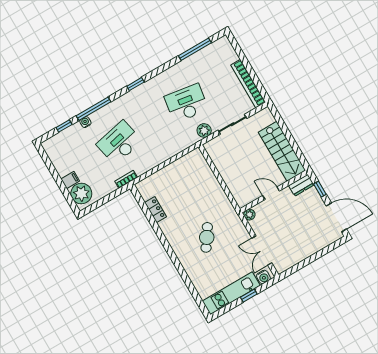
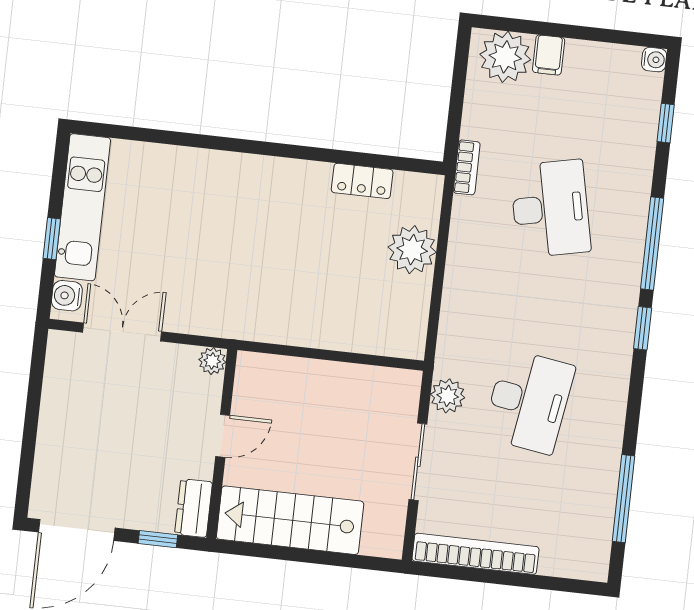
window: (93, 109) -> (652, 244), moved
water cooler: (85, 122) -> (654, 60), moved
plant: (166, 177) -> (412, 250), added
cafe table: (207, 237) -> (231, 242), removed

